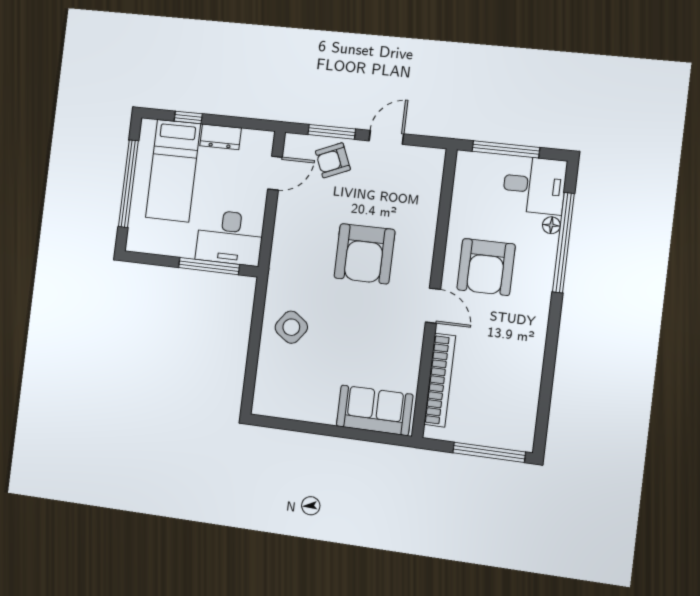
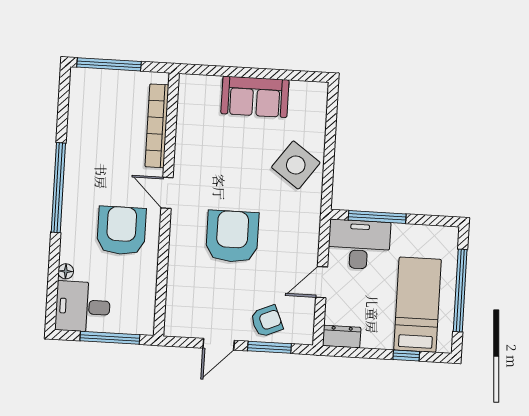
dresser: (221, 137) -> (342, 336), moved
door: (275, 173) -> (322, 282), moved
window: (563, 243) -> (58, 188), moved
side table: (291, 327) -> (296, 165), width x1.37, depth x1.37
sofa: (375, 410) -> (255, 97), moved

